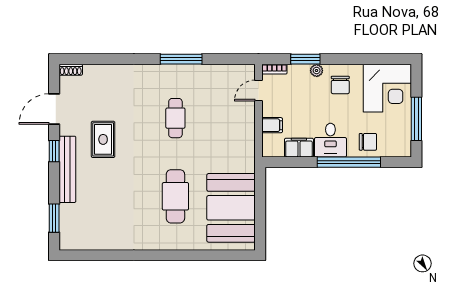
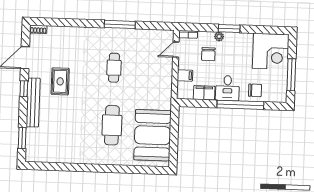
window: (305, 59) -> (229, 28), moved
chair: (340, 85) -> (208, 54), moved

